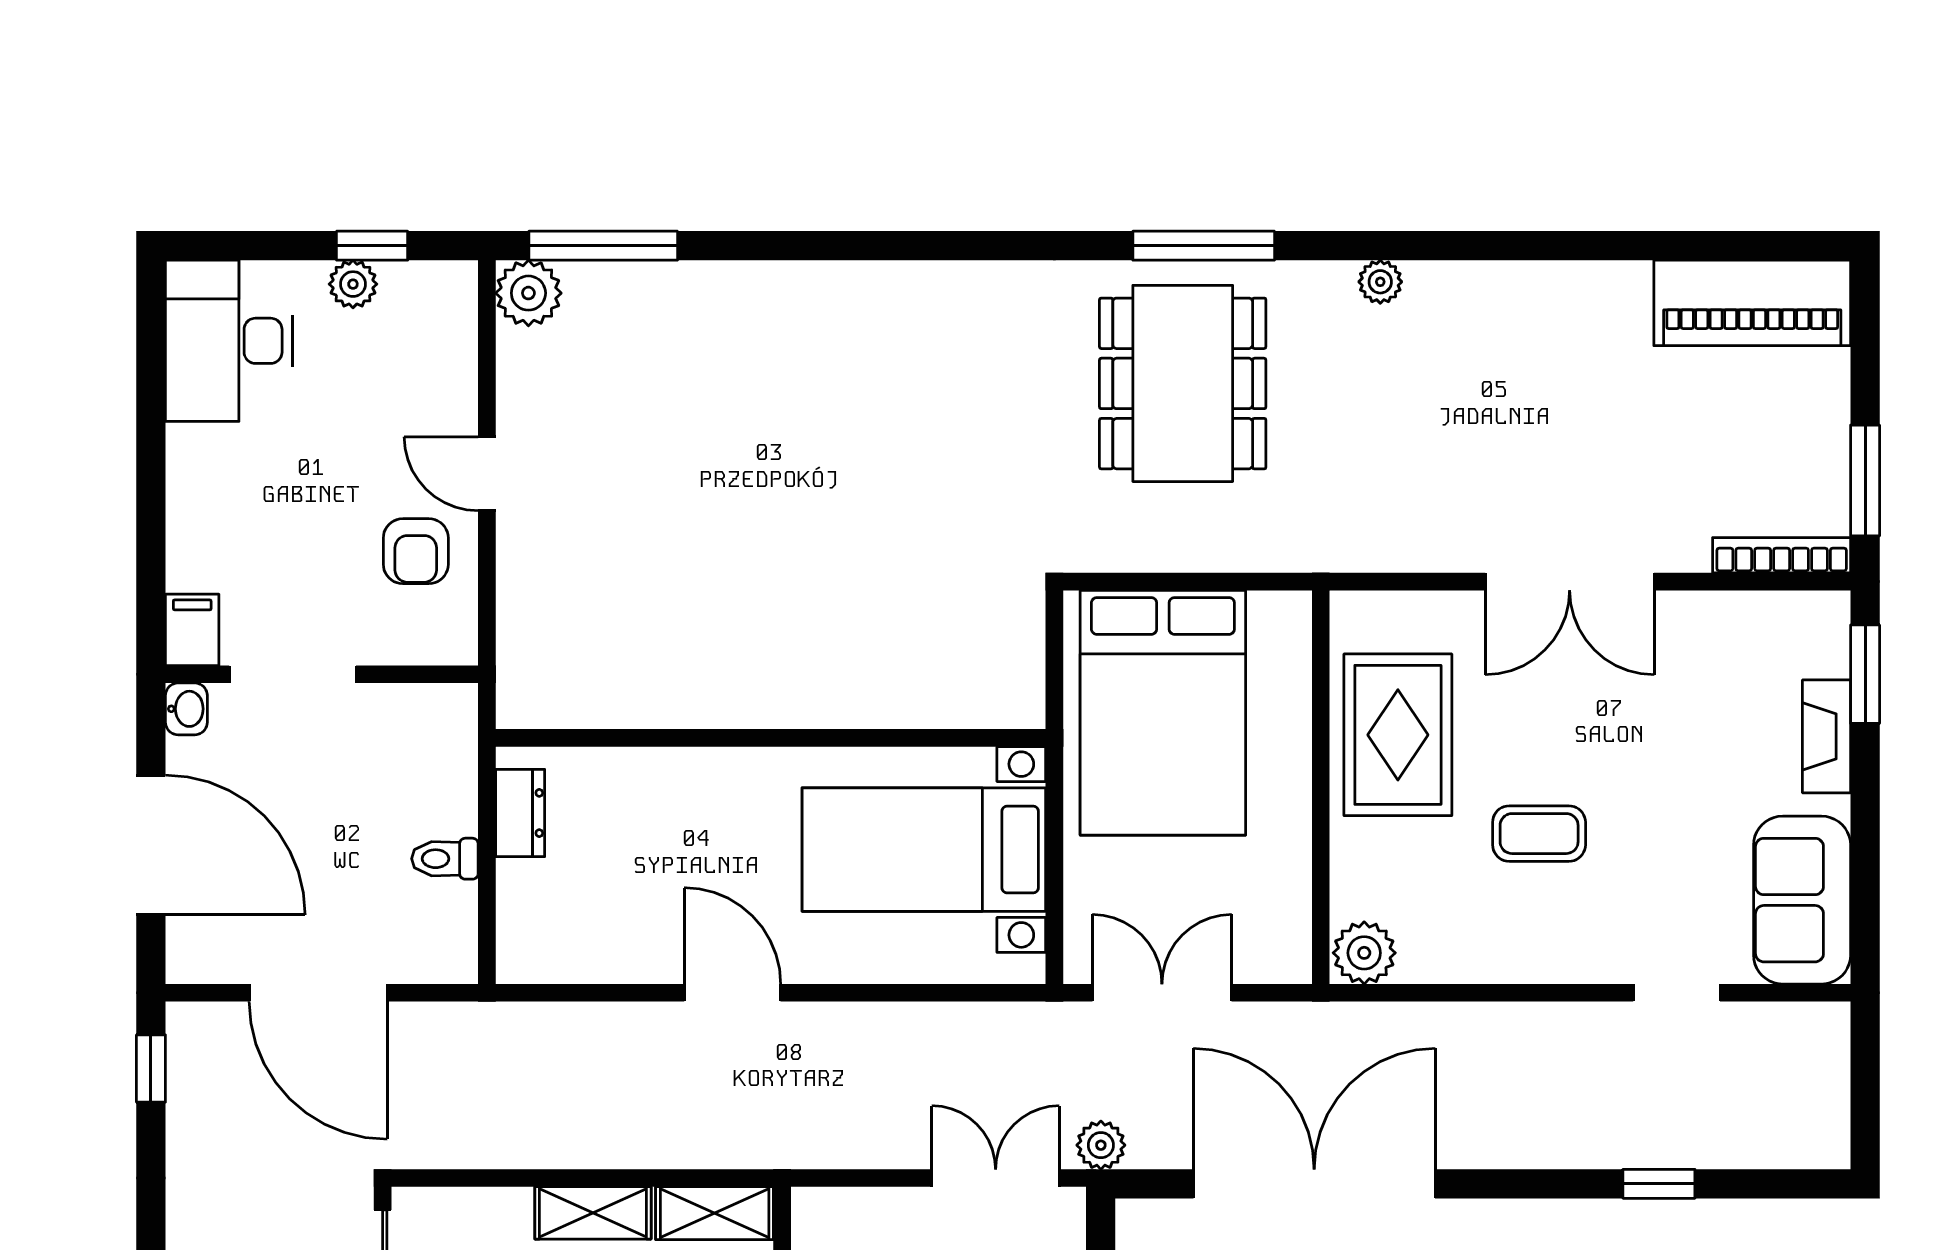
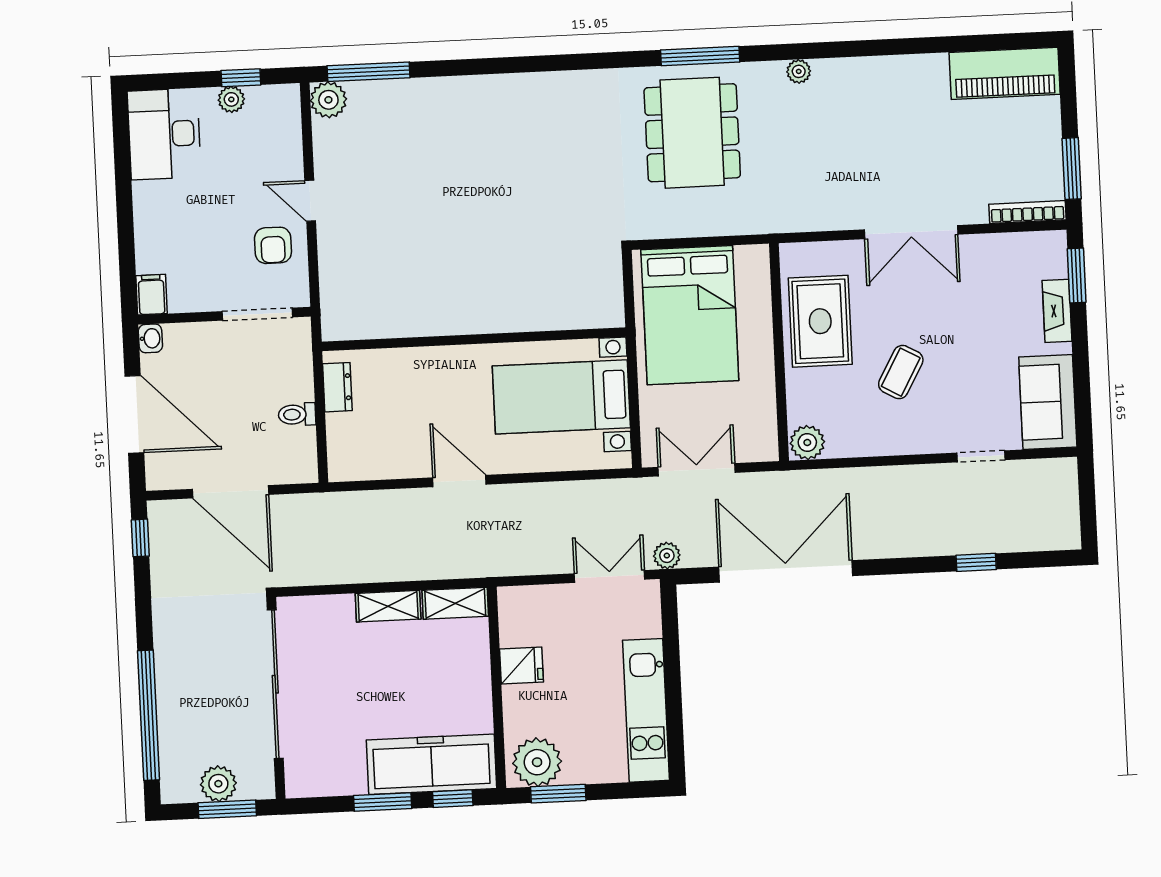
doorway: (293, 674) -> (257, 314), moved
coffee table: (1539, 834) -> (901, 372), turned -61

